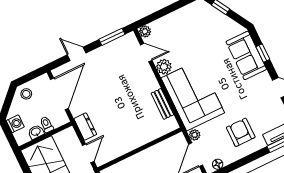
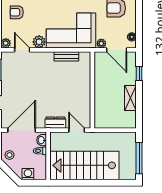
armchair: (184, 27) -> (17, 12), added
door: (146, 53) -> (22, 50), hinge flipped
door: (59, 94) -> (22, 130), hinge flipped
washbasin: (36, 132) -> (42, 140), moved

